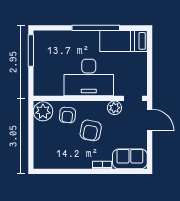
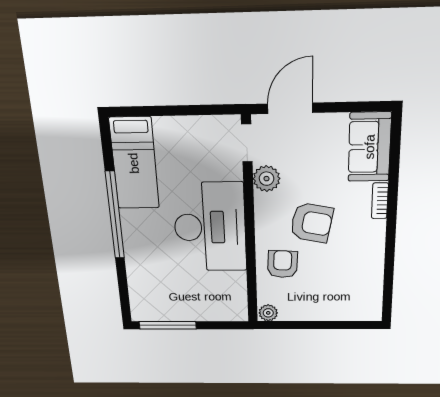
plant: (43, 111) -> (268, 313), width x0.53, depth x0.53
armchair: (67, 115) -> (282, 264), turned -92

